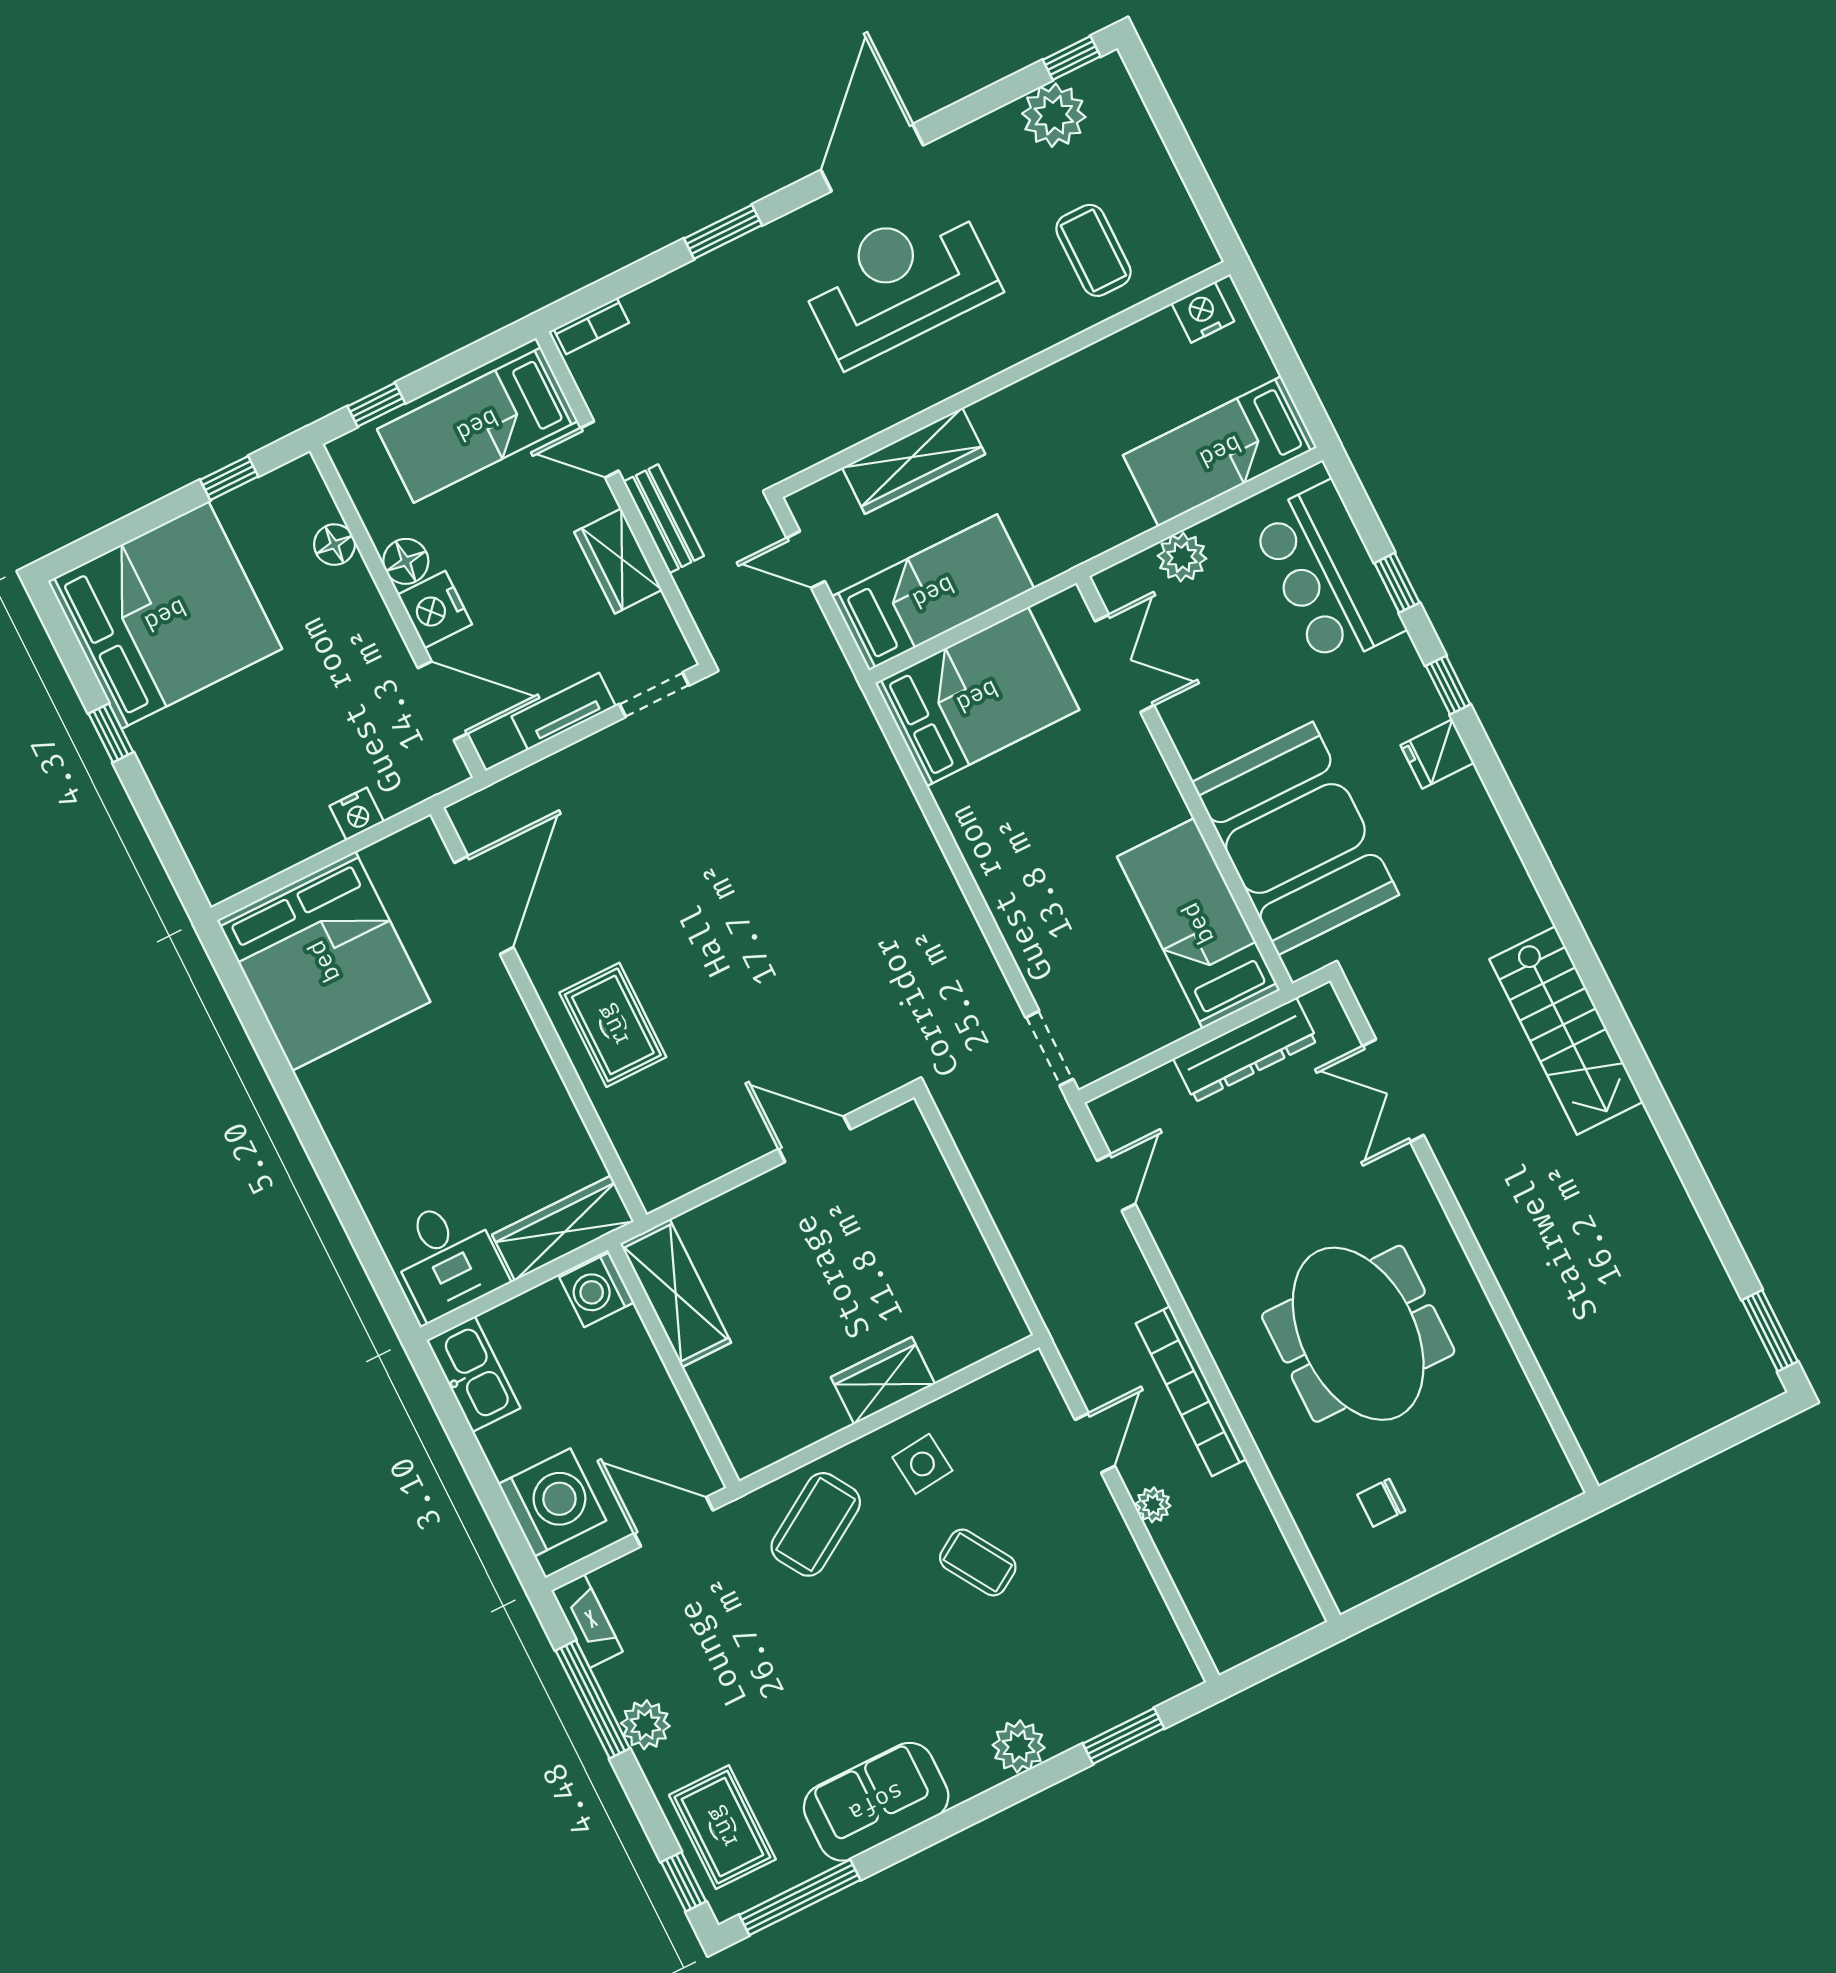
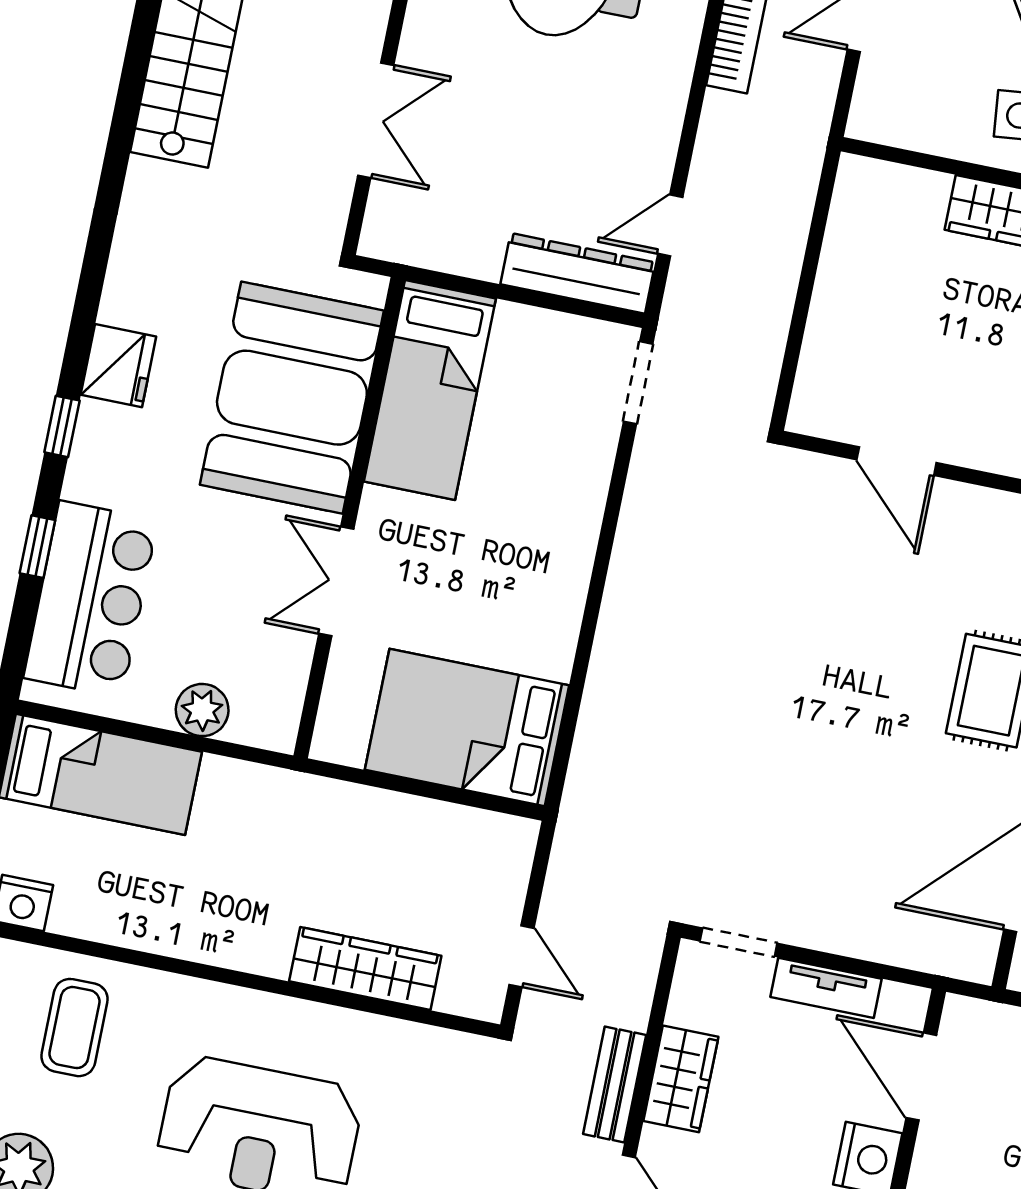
bed: (933, 592) -> (436, 845), removed
double door: (1125, 663) -> (336, 581), moved
fridge: (1437, 754) -> (118, 366), width x1.38
dresser: (1245, 1050) -> (578, 273), moved

